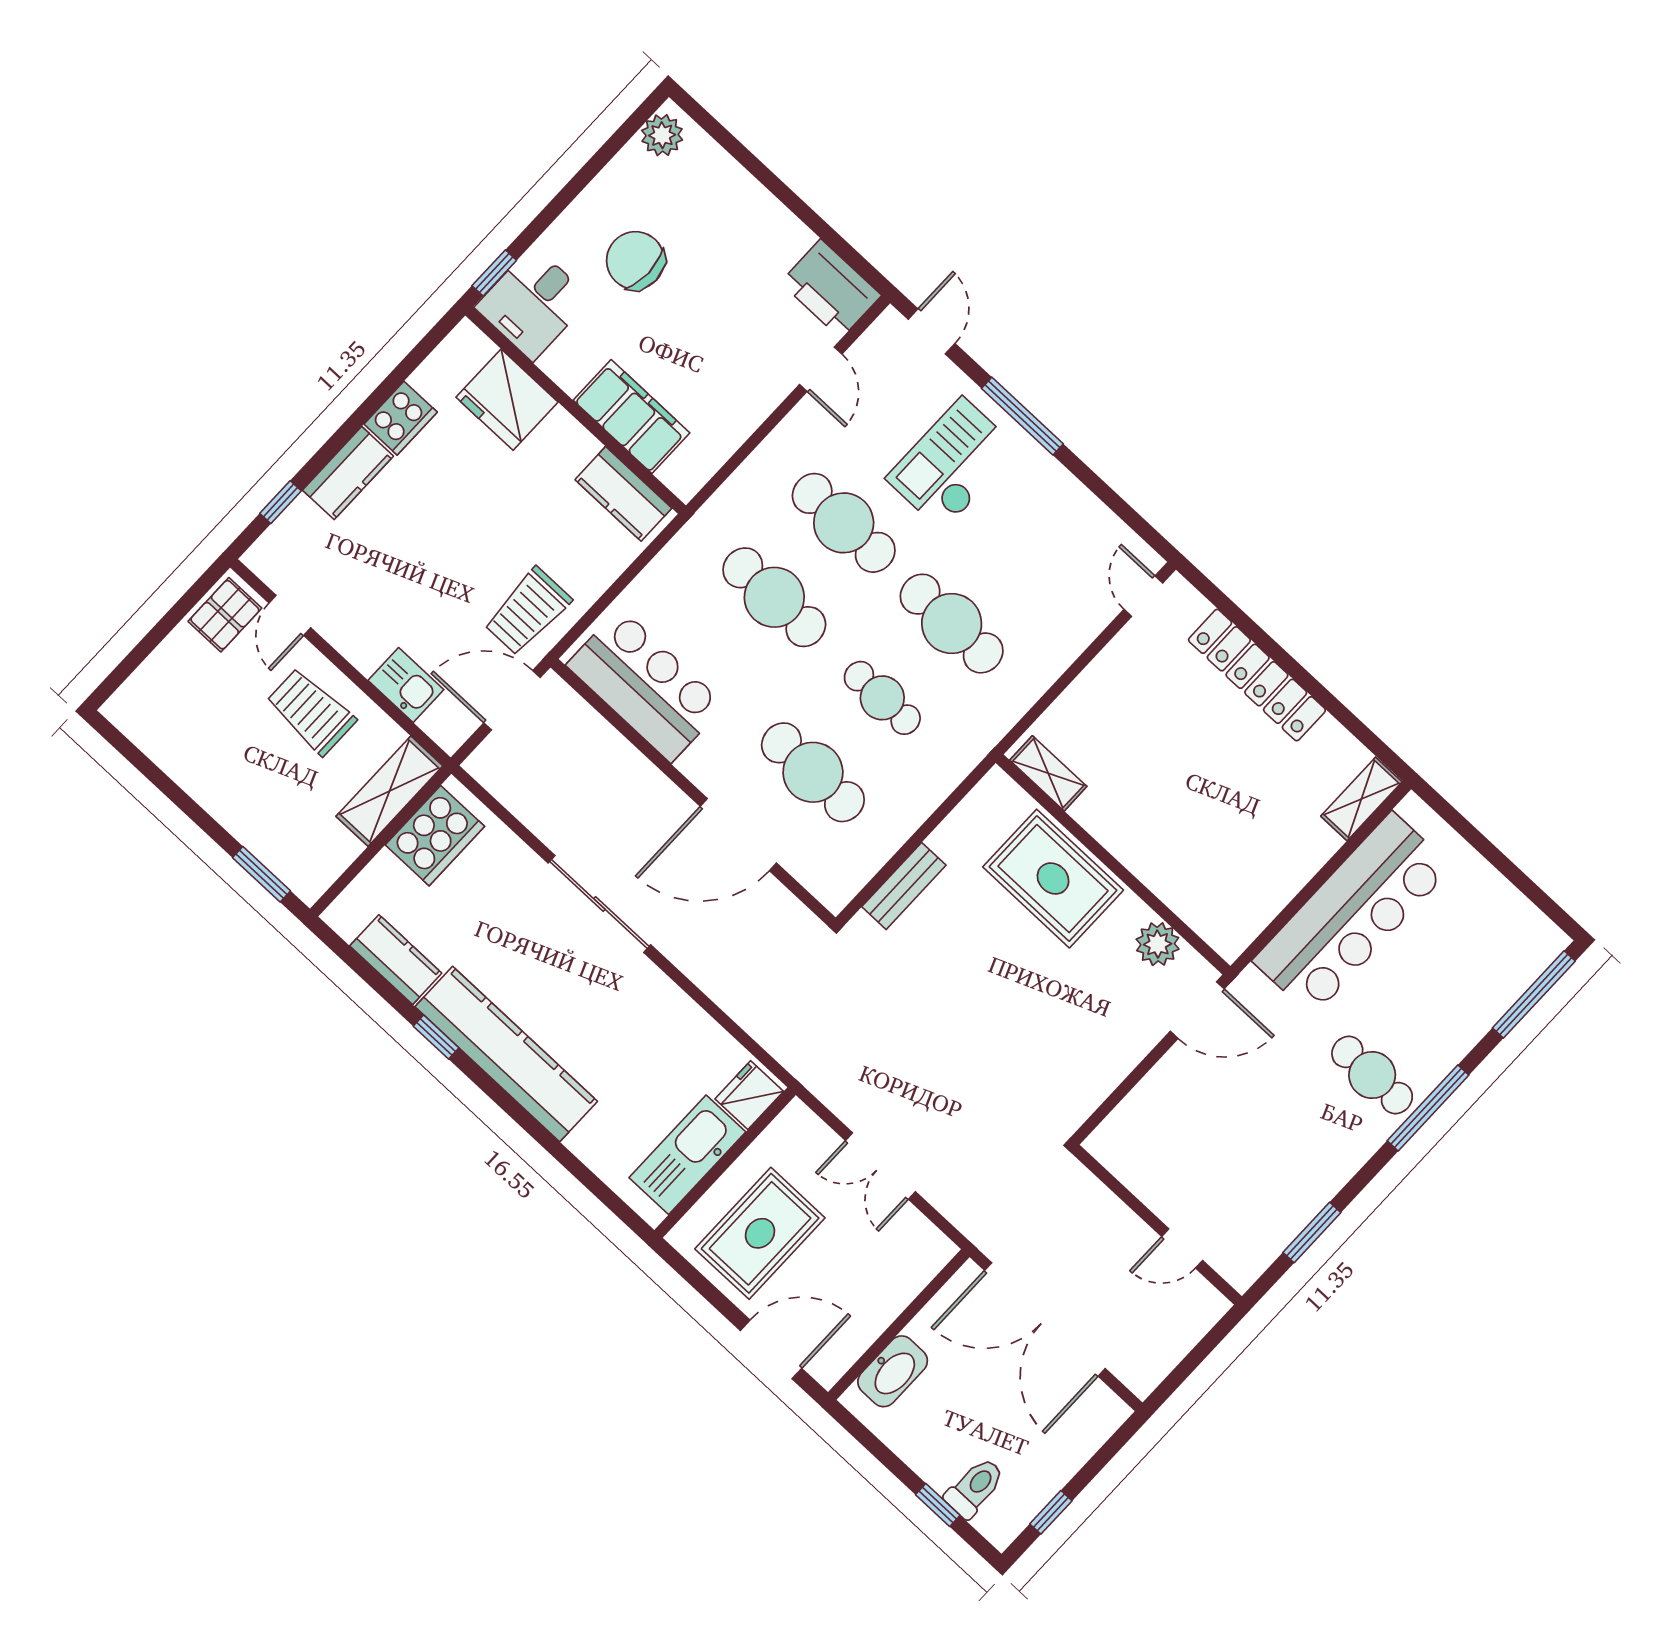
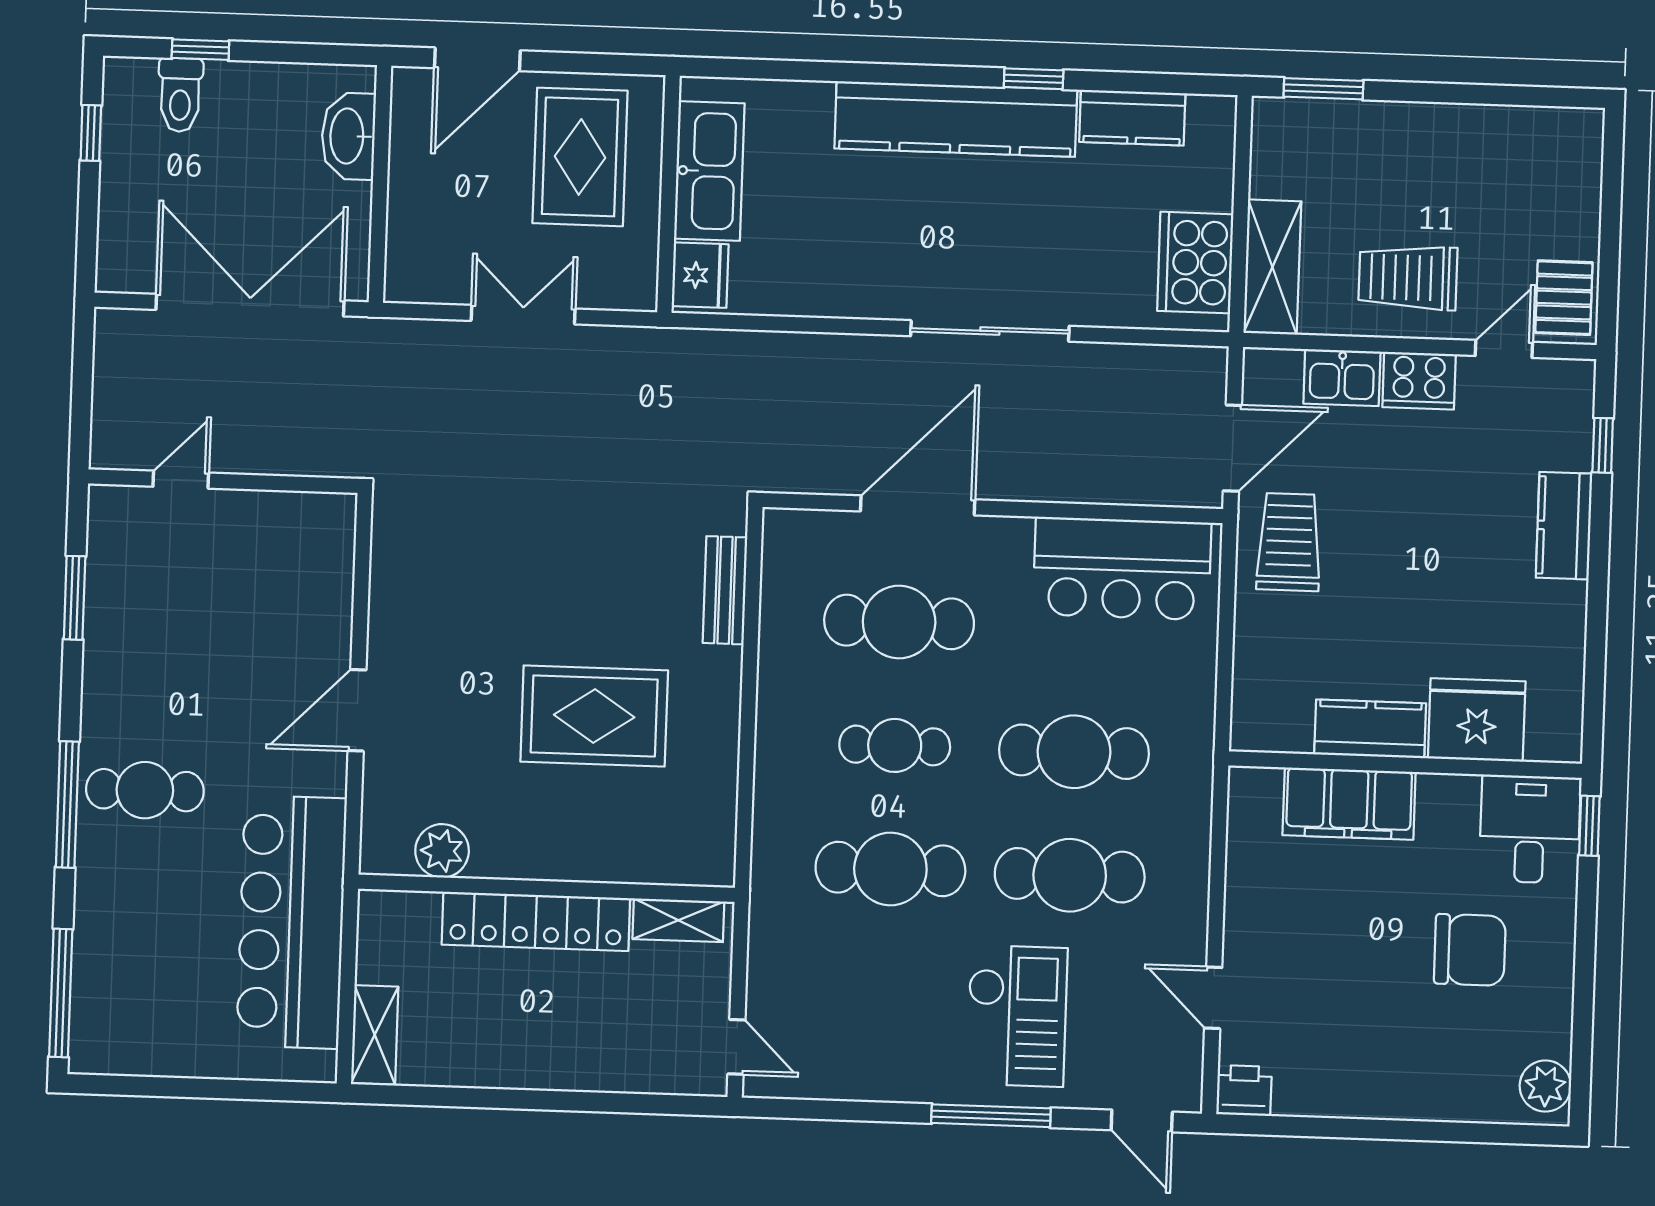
printer: (831, 289) -> (1244, 1091), width x0.53, depth x0.68
cooker: (401, 418) -> (1419, 381), moved, turned -90
kitchen counter: (623, 494) -> (1370, 729), moved
door: (290, 615) -> (1504, 349), hinge flipped
locker: (1257, 675) -> (536, 921), moved, turned 180
trolley: (311, 711) -> (1408, 278), turned 180
shelving: (1048, 773) -> (678, 920), moved
wall: (1113, 864) -> (546, 888), moved
plant: (1158, 944) -> (442, 851), moved

